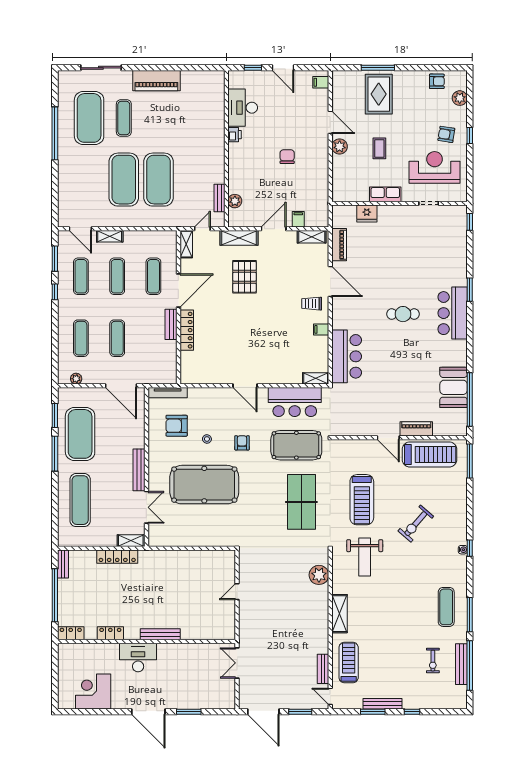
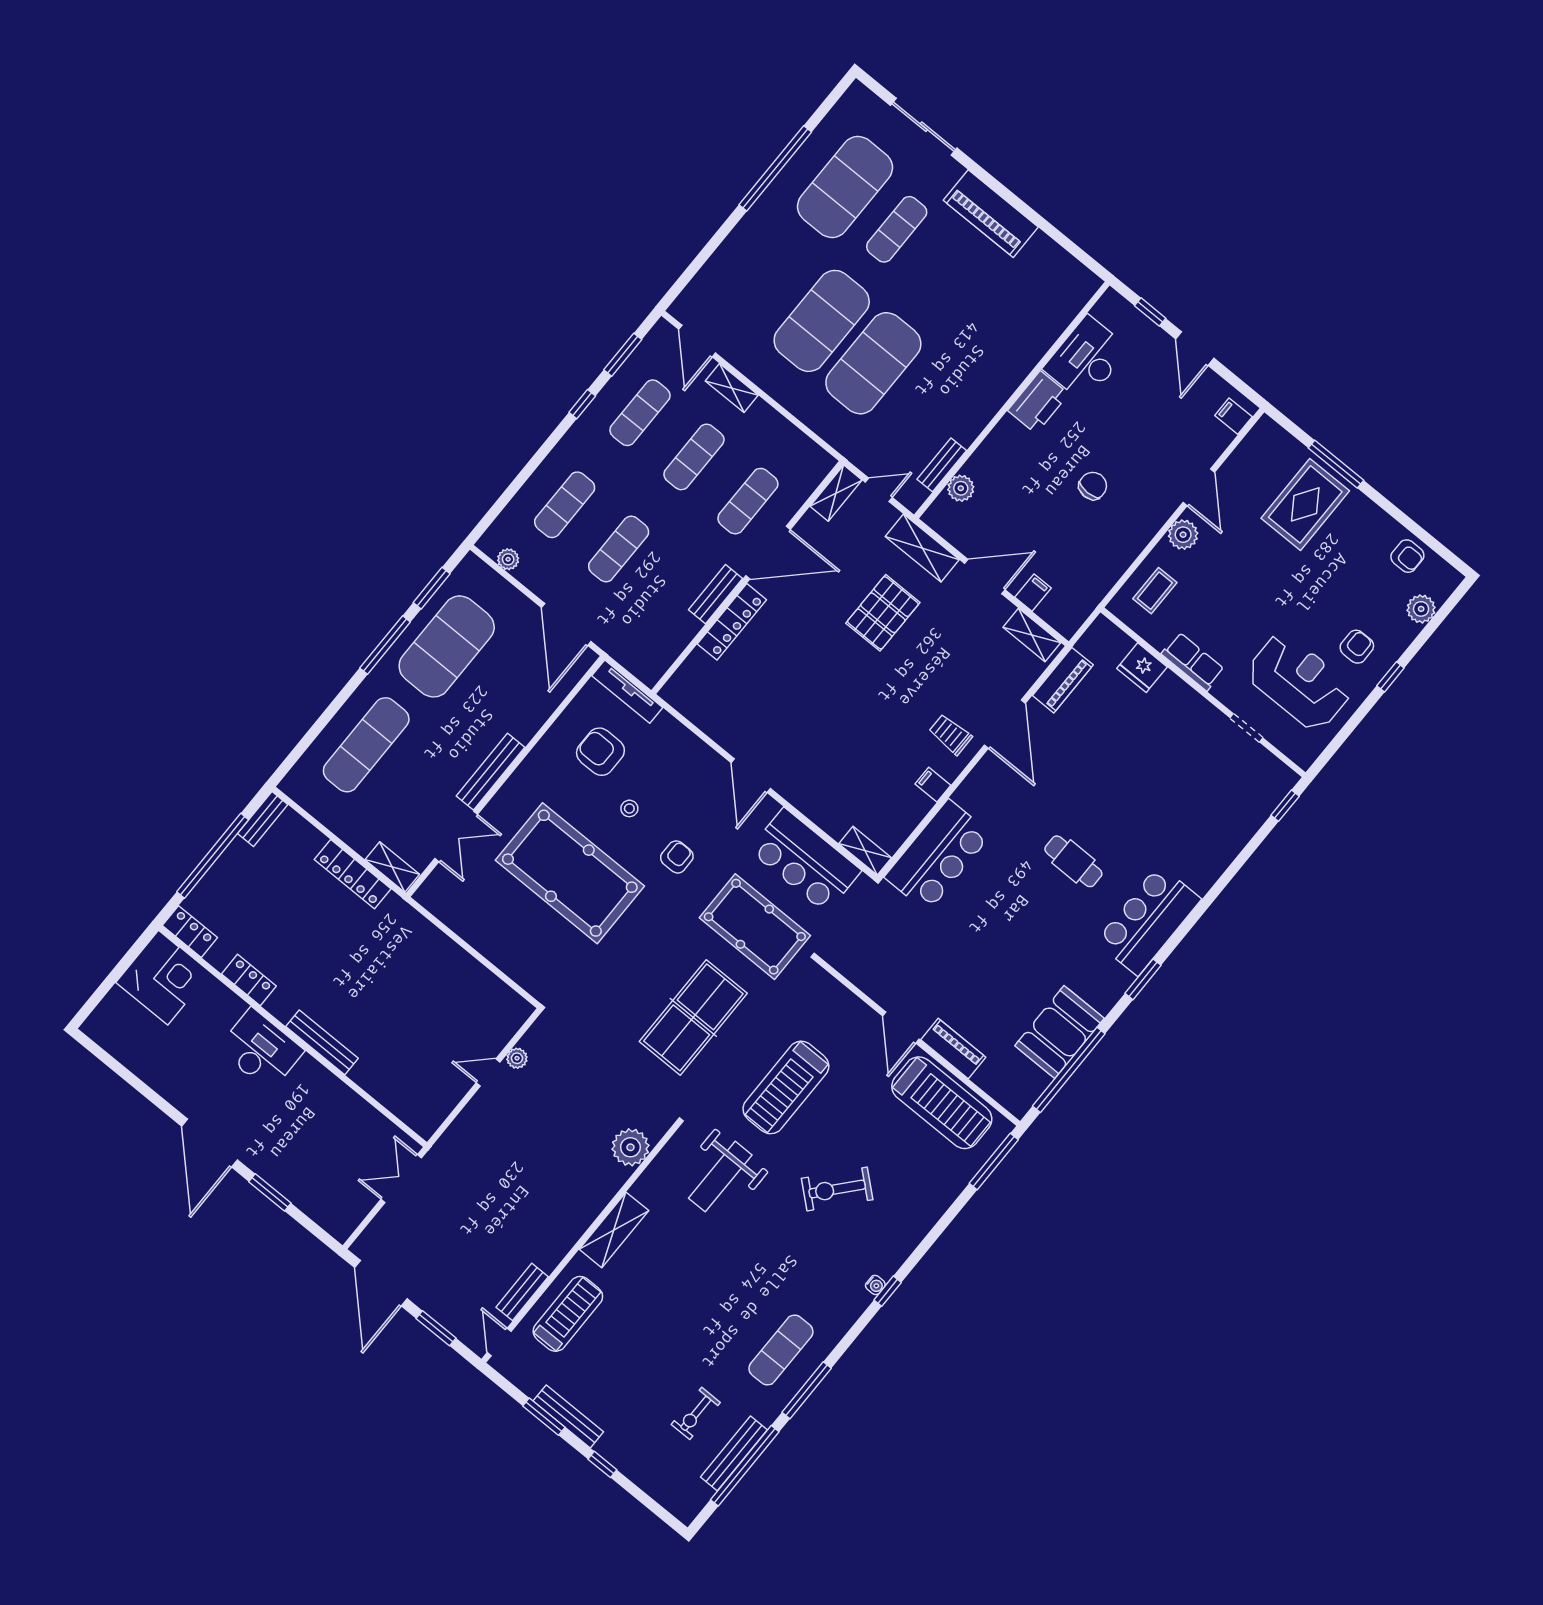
armchair: (446, 134) -> (1357, 647), turned 81
printer: (234, 135) -> (1038, 402), width x1.87, depth x1.48
coffee table: (379, 148) -> (1155, 591), moved
window: (470, 290) -> (1143, 979), moved
plant: (244, 576) -> (517, 1058), added
corner desk: (93, 692) -> (163, 978), moved, turned 90

